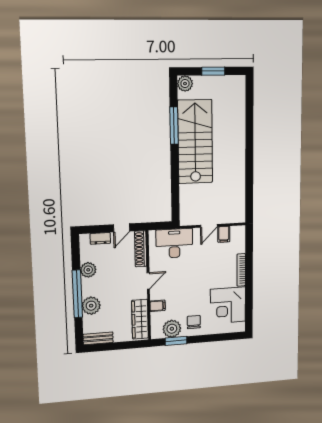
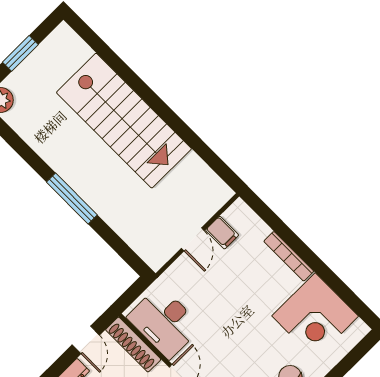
window: (174, 126) -> (72, 199), moved
stairs: (195, 142) -> (124, 121), moved, turned 180
desk: (174, 243) -> (164, 322), moved, turned -90

